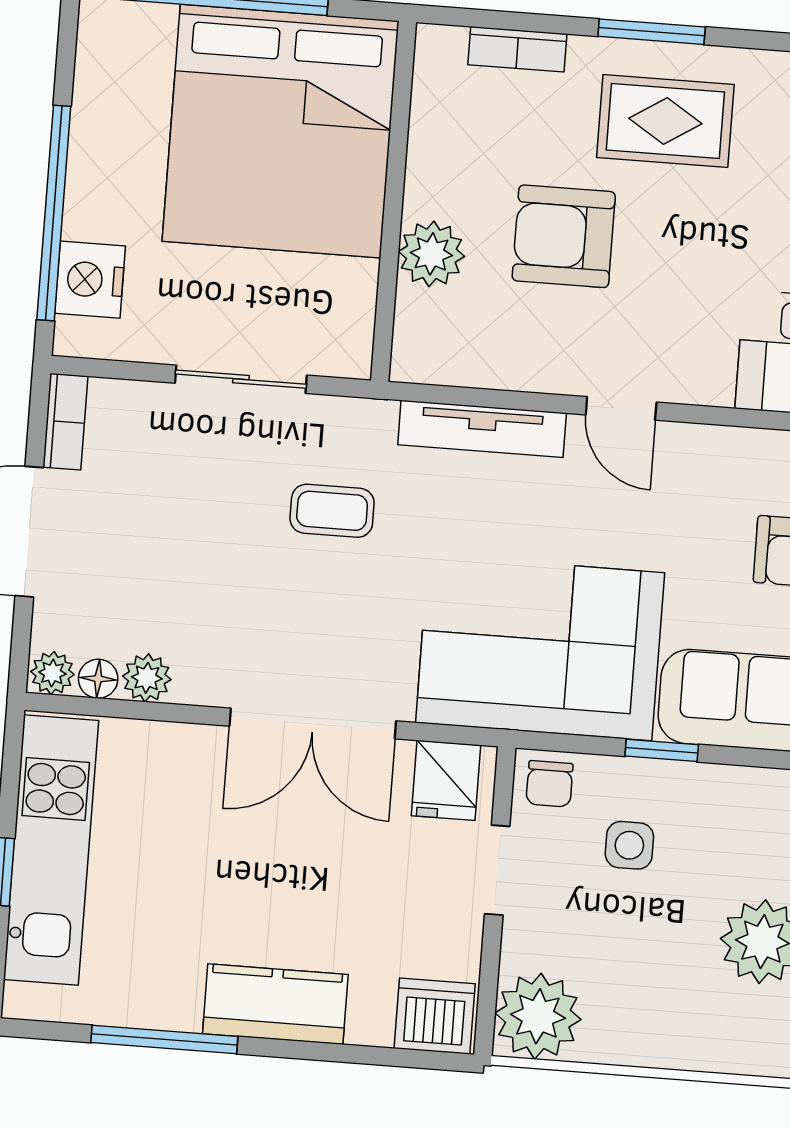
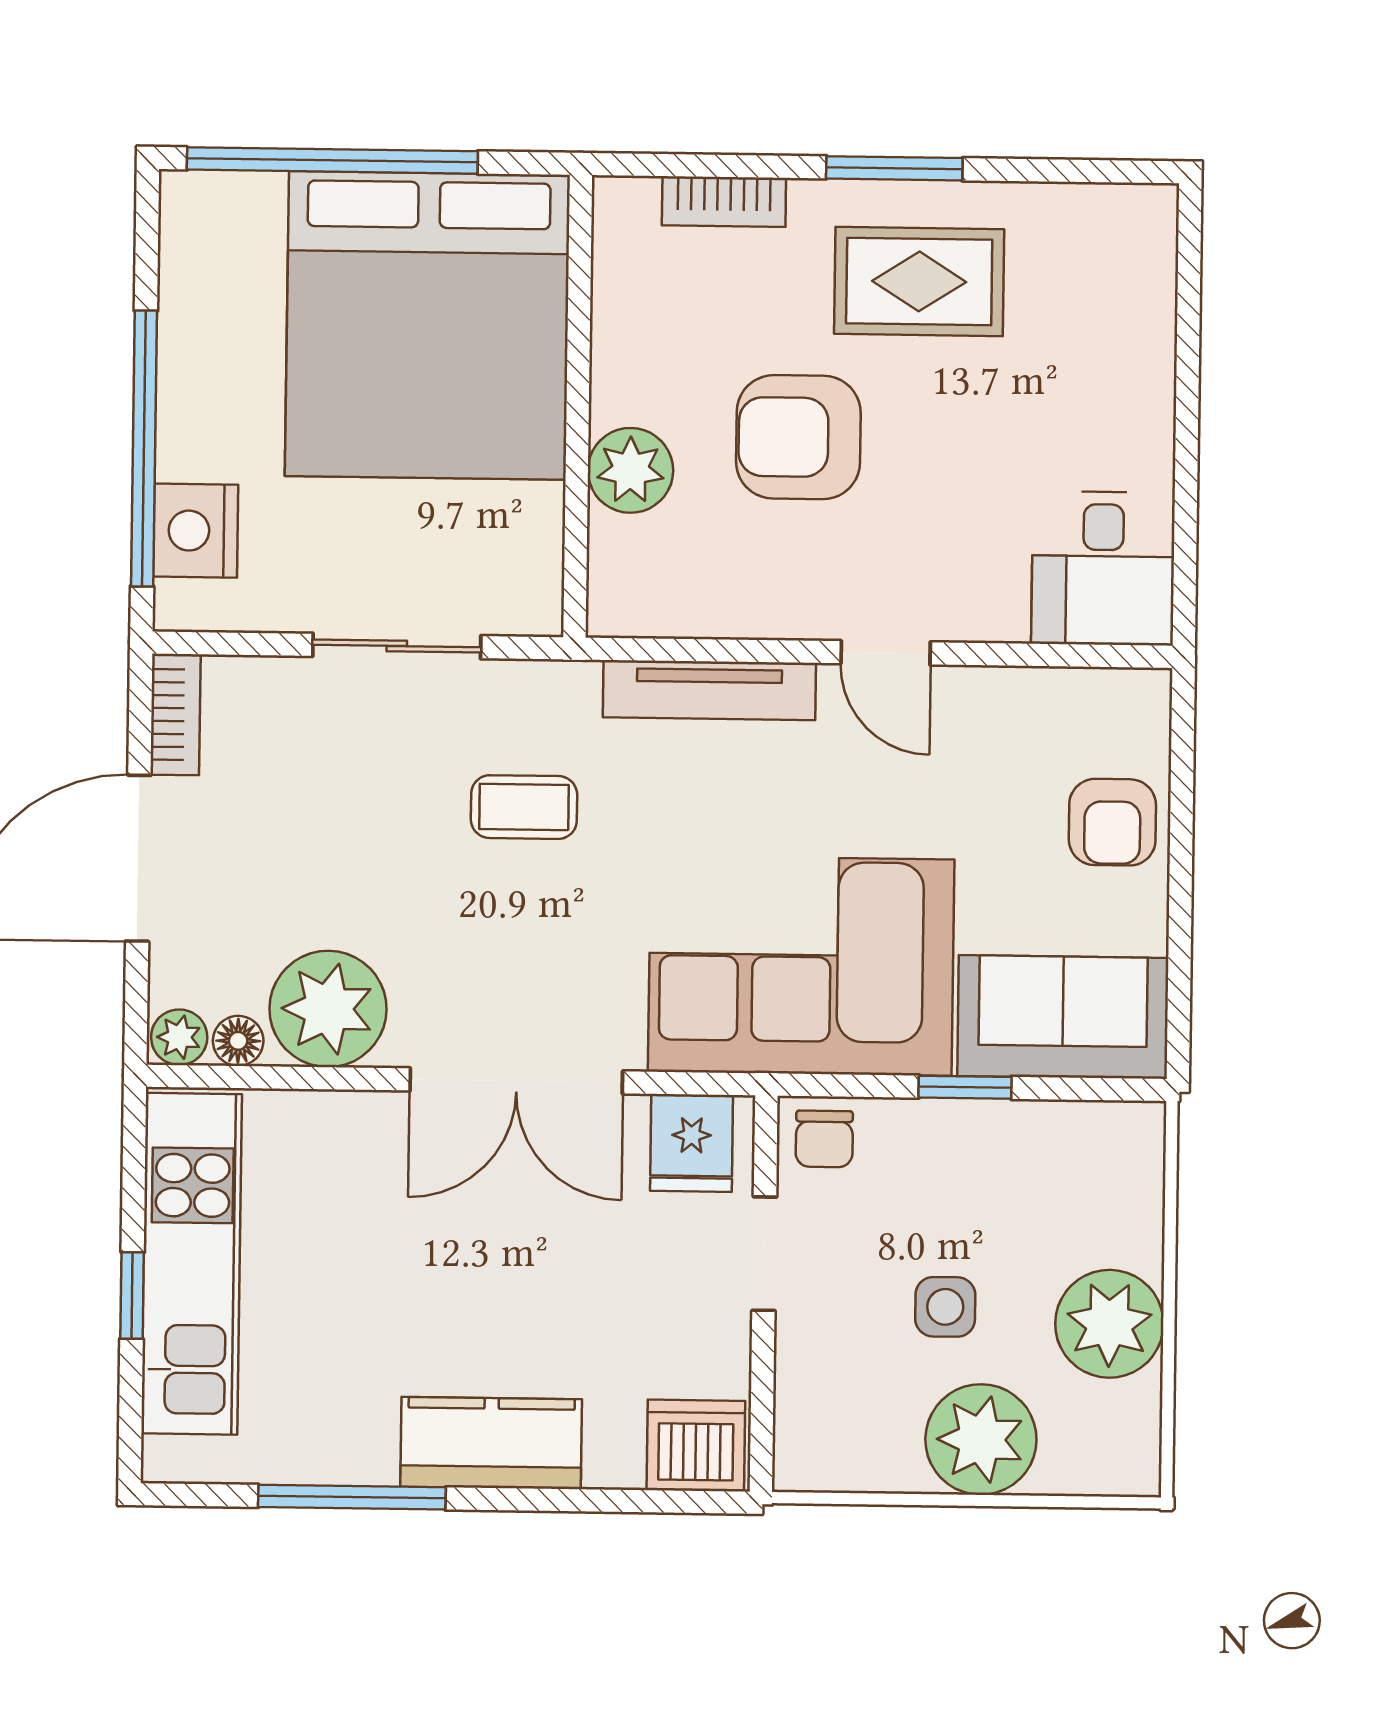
plant: (147, 678) -> (328, 1009), width x1.88, depth x1.88
side table: (629, 845) -> (945, 1307), moved
plant: (538, 1016) -> (981, 1439), moved

